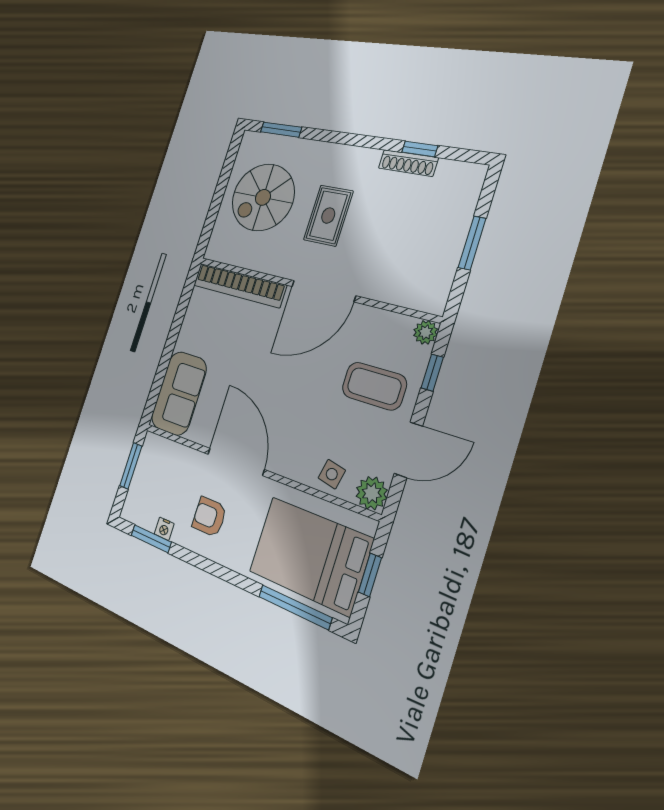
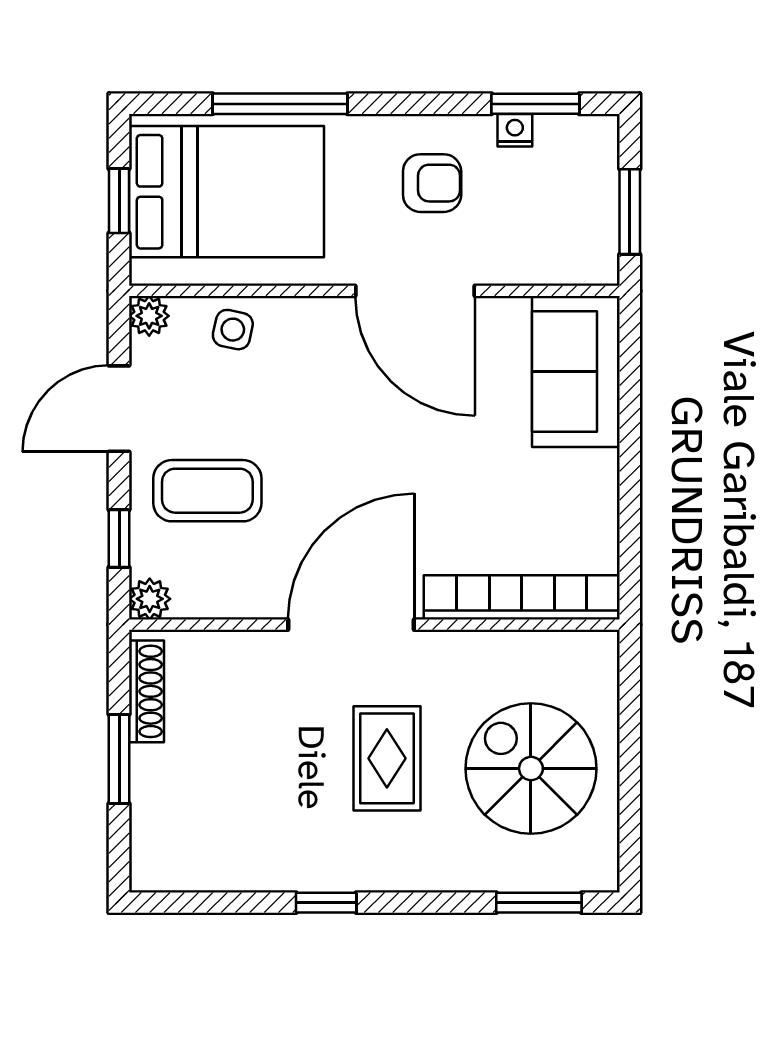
window: (420, 149) -> (326, 903), moved
shoe rack: (408, 163) -> (146, 691), moved, turned 90
spiral stairs: (263, 197) -> (531, 769), turned -90
plant: (372, 493) -> (149, 316), width x0.73, depth x0.73
window: (295, 607) -> (280, 104), moved

